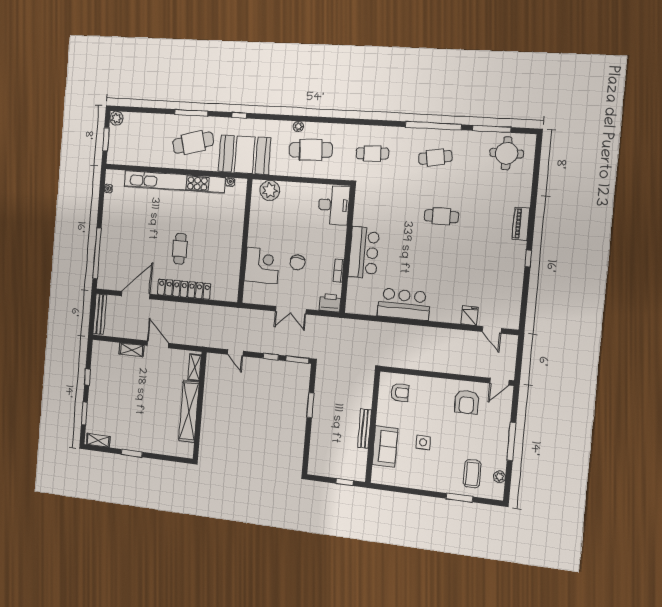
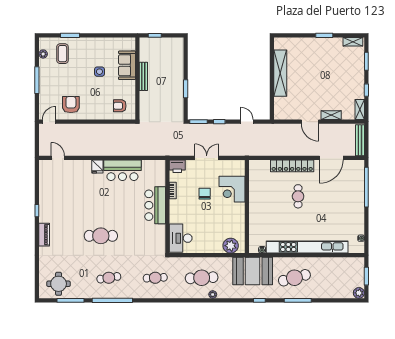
cafe table: (441, 216) -> (101, 236), width x1.37, depth x1.35
fridge: (470, 316) -> (97, 166), moved
shelving: (195, 367) -> (360, 110), moved

